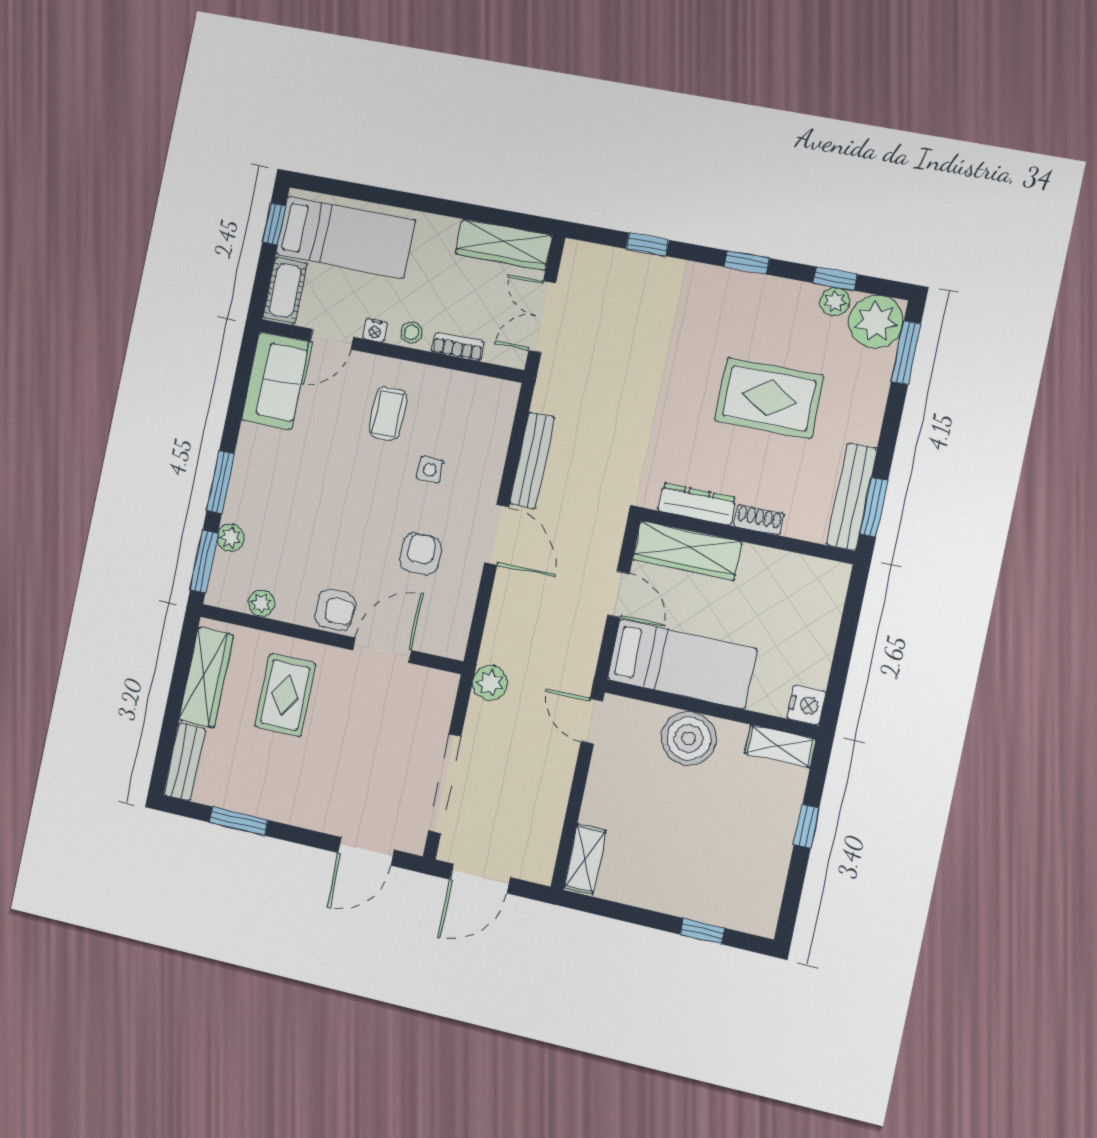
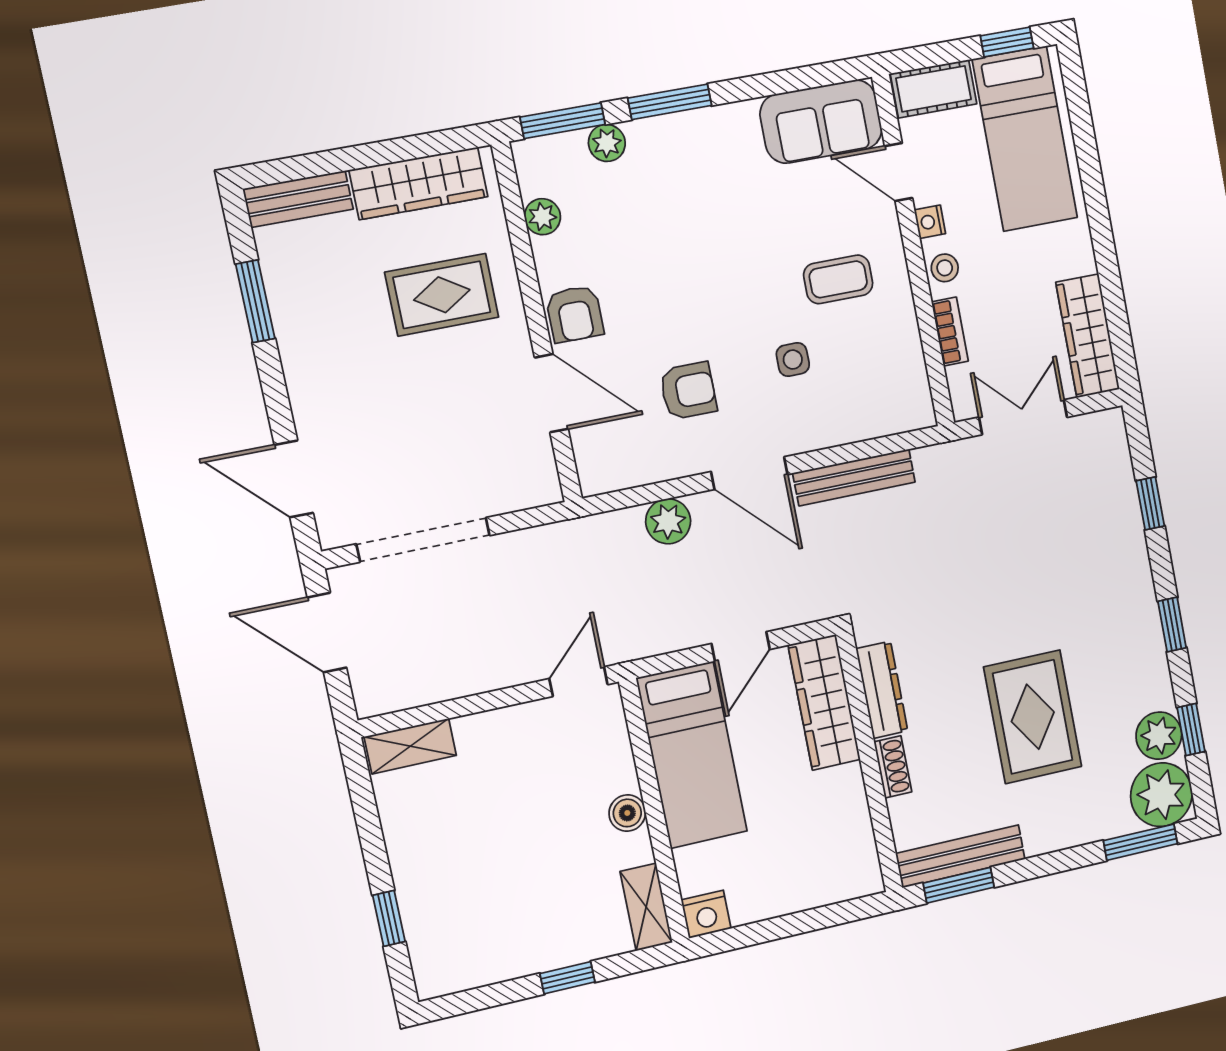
plant: (835, 302) -> (1159, 736), width x1.38, depth x1.38
door: (497, 535) -> (749, 473), hinge flipped
plant: (490, 683) -> (668, 521), moved
boiler: (689, 738) -> (627, 813), width x0.54, depth x0.54

